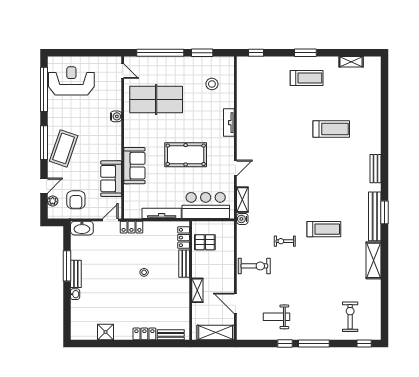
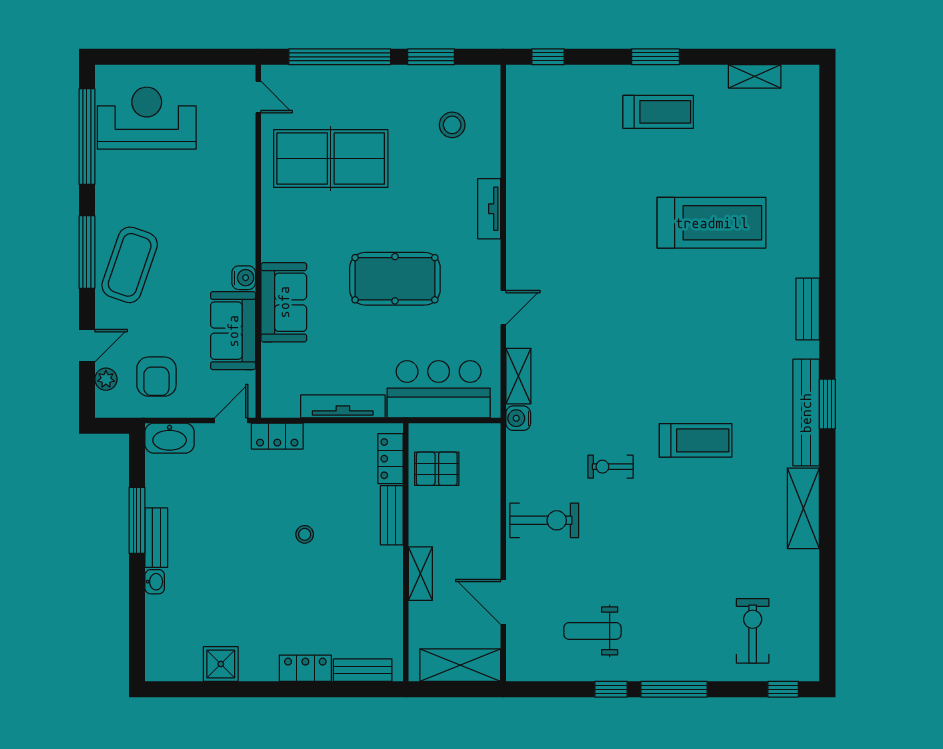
water cooler: (116, 116) -> (244, 278), moved
treadmill: (331, 129) -> (712, 223), width x1.37, depth x1.37

